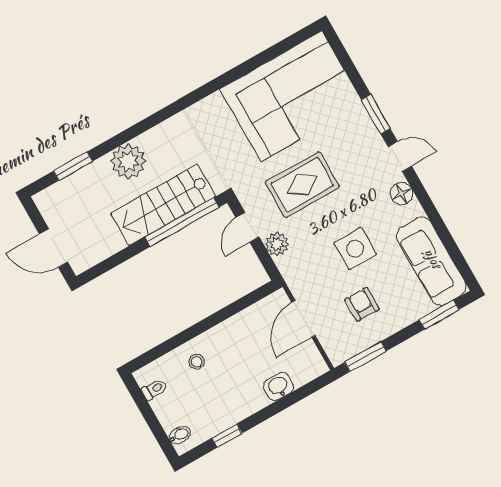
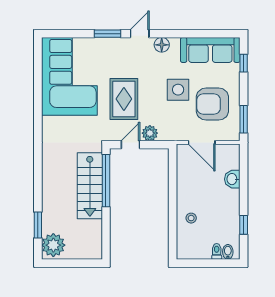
plant: (128, 161) -> (53, 245), moved
door: (247, 227) -> (130, 145), swing flipped
door: (54, 248) -> (79, 263), removed
armchair: (362, 304) -> (212, 104), width x1.88, depth x1.88
window: (439, 315) -> (244, 63), width x0.67
toilet: (154, 389) -> (217, 251), moved

